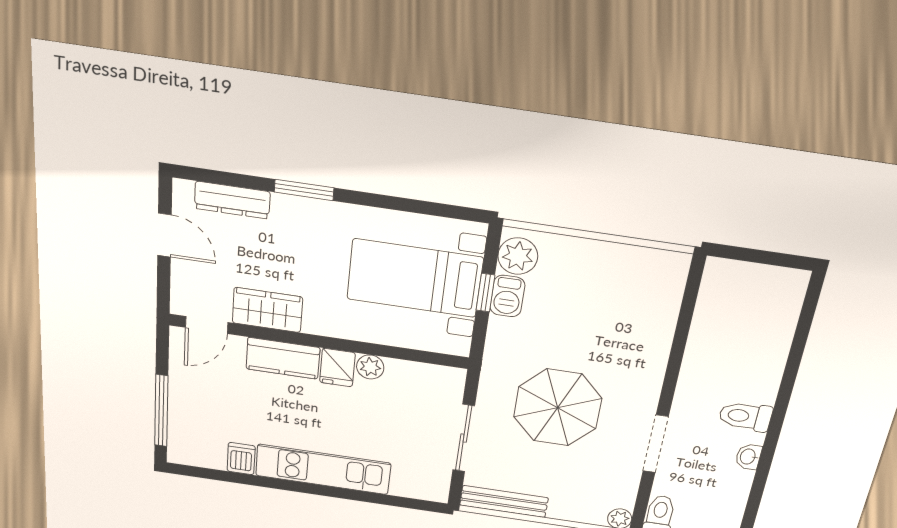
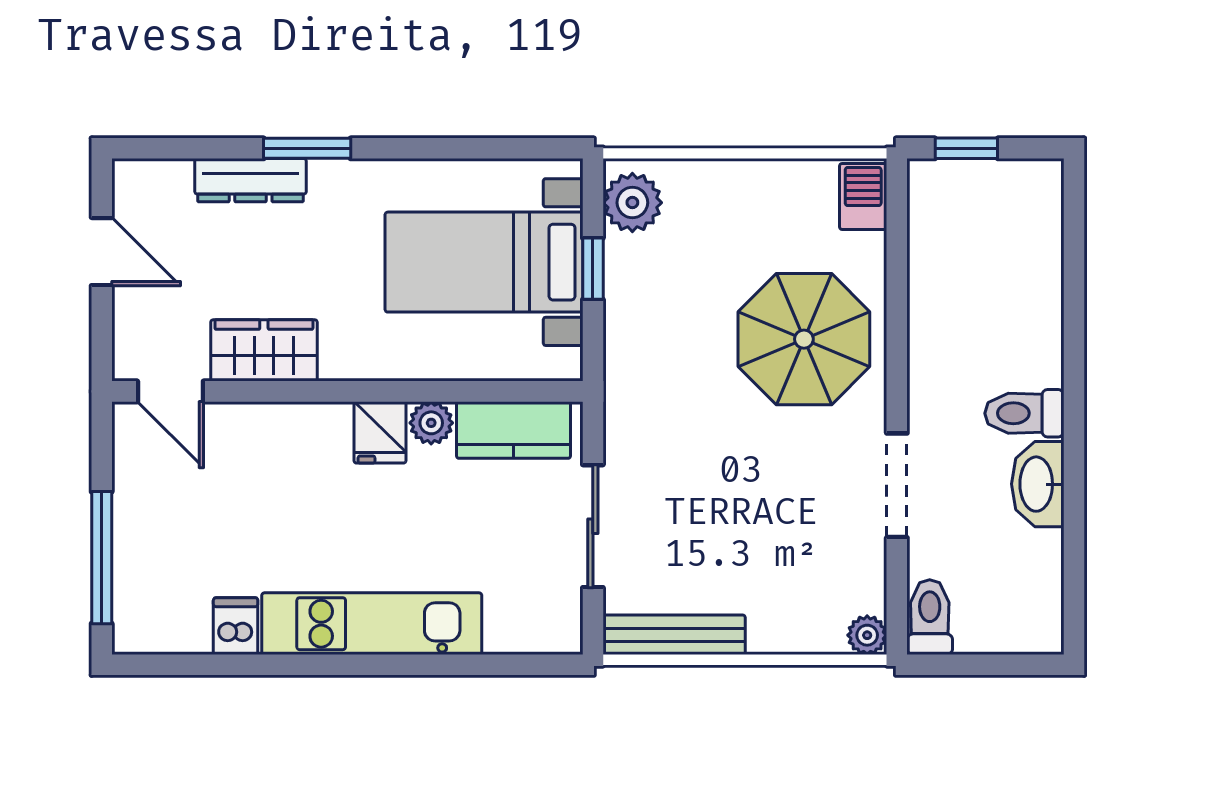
dresser: (232, 200) -> (251, 180), moved
window: (748, 255) -> (966, 148), added
barbecue: (507, 296) -> (863, 196), moved, turned 180
door: (207, 325) -> (170, 391), hinge flipped
kitchen counter: (283, 358) -> (514, 430), moved
parasol: (558, 408) -> (804, 339), moved
washbasin: (748, 457) -> (1038, 484), width x1.91, depth x1.45

